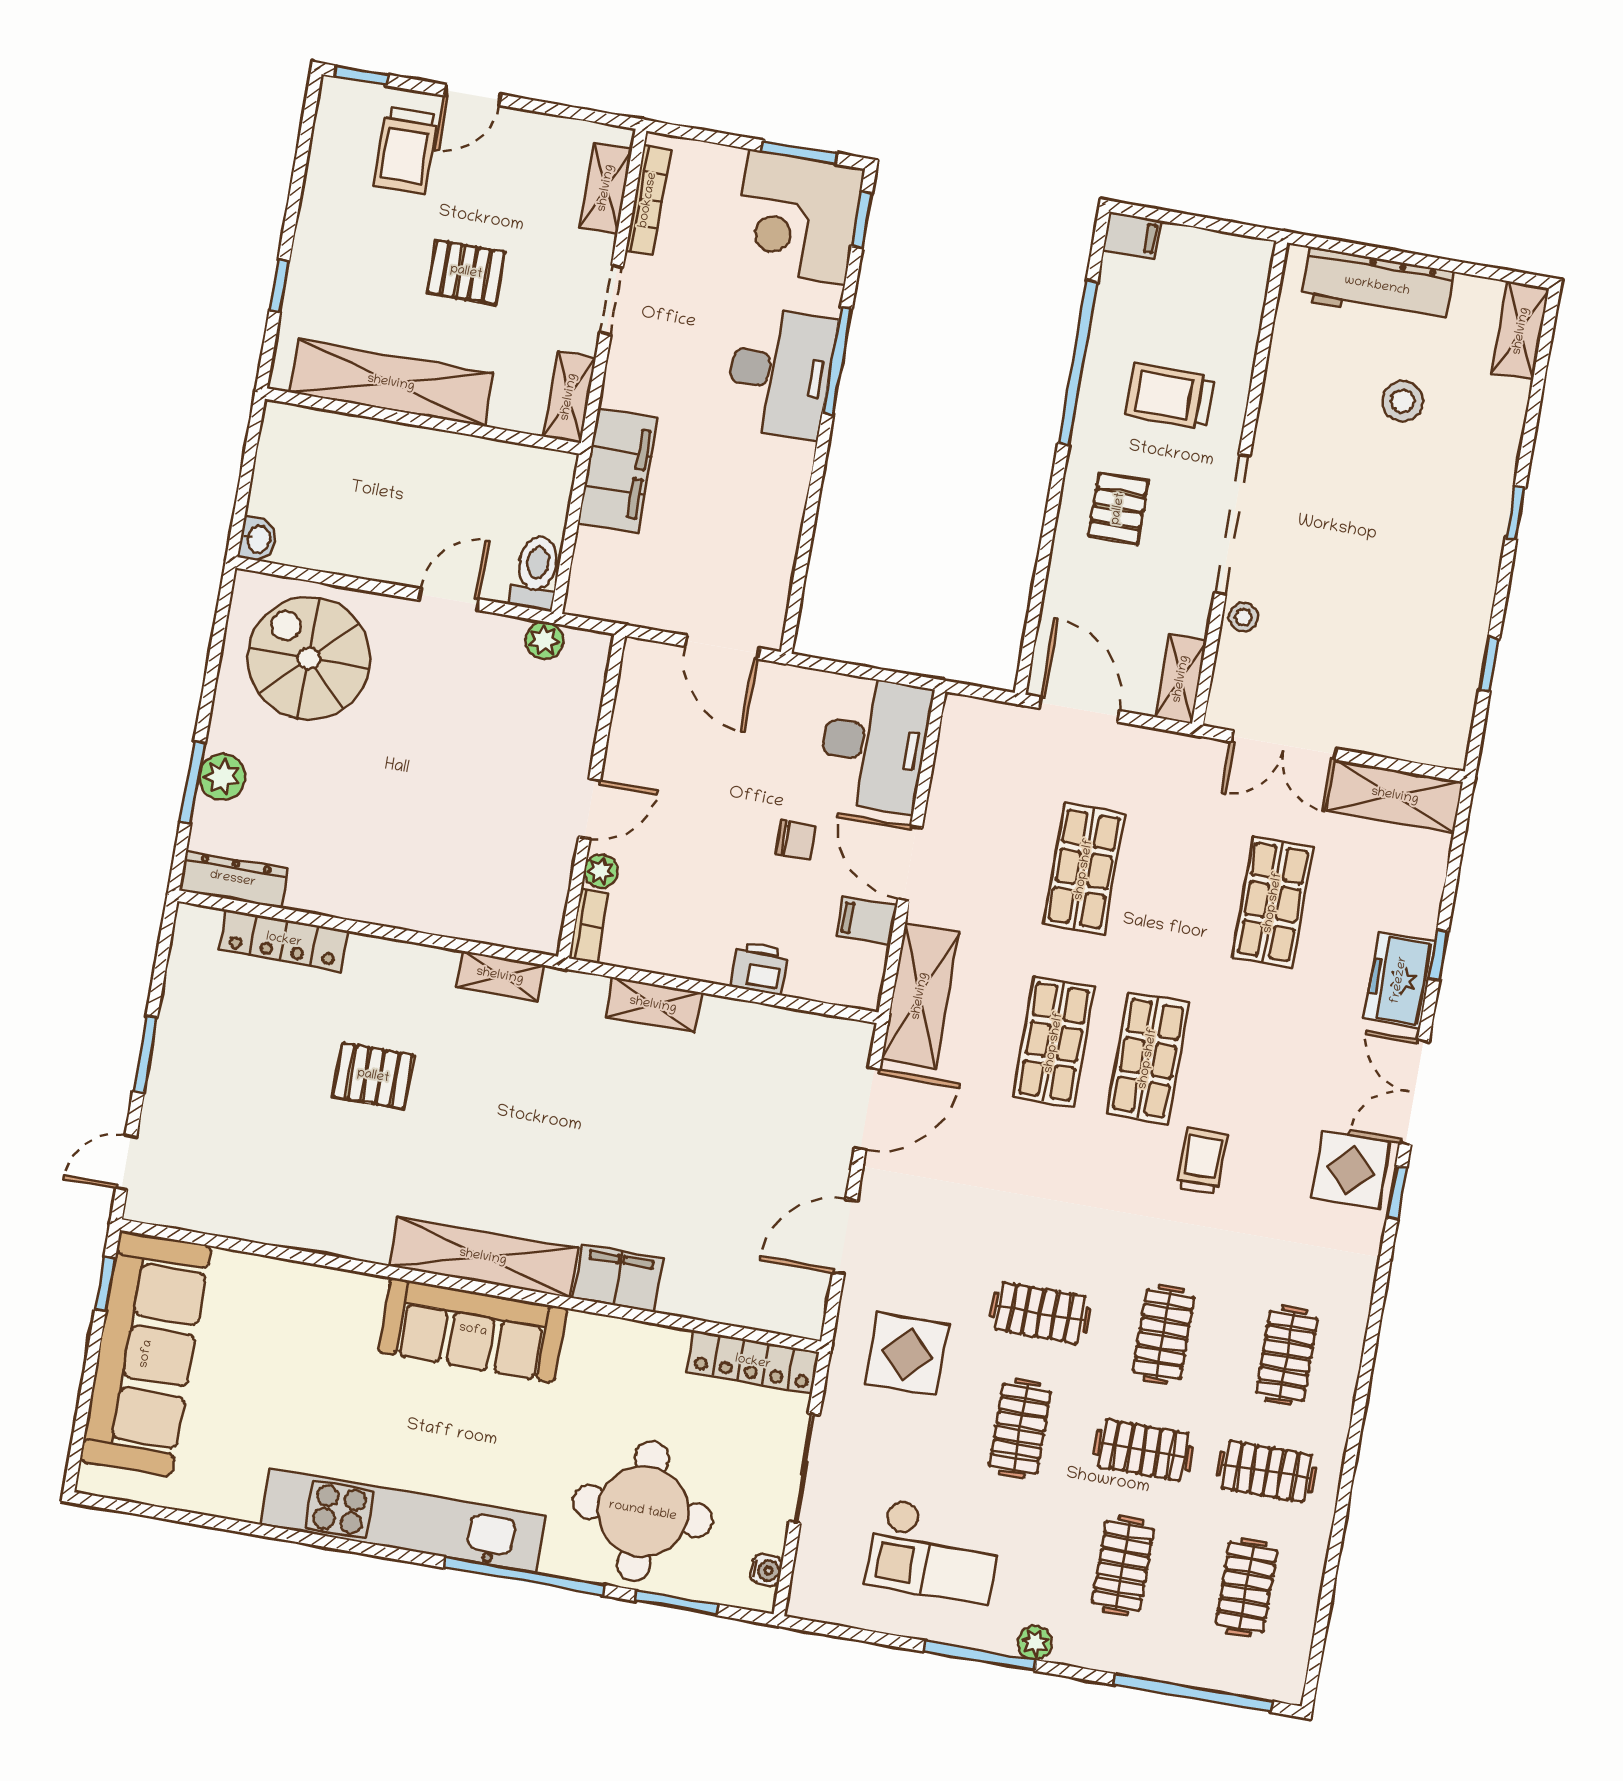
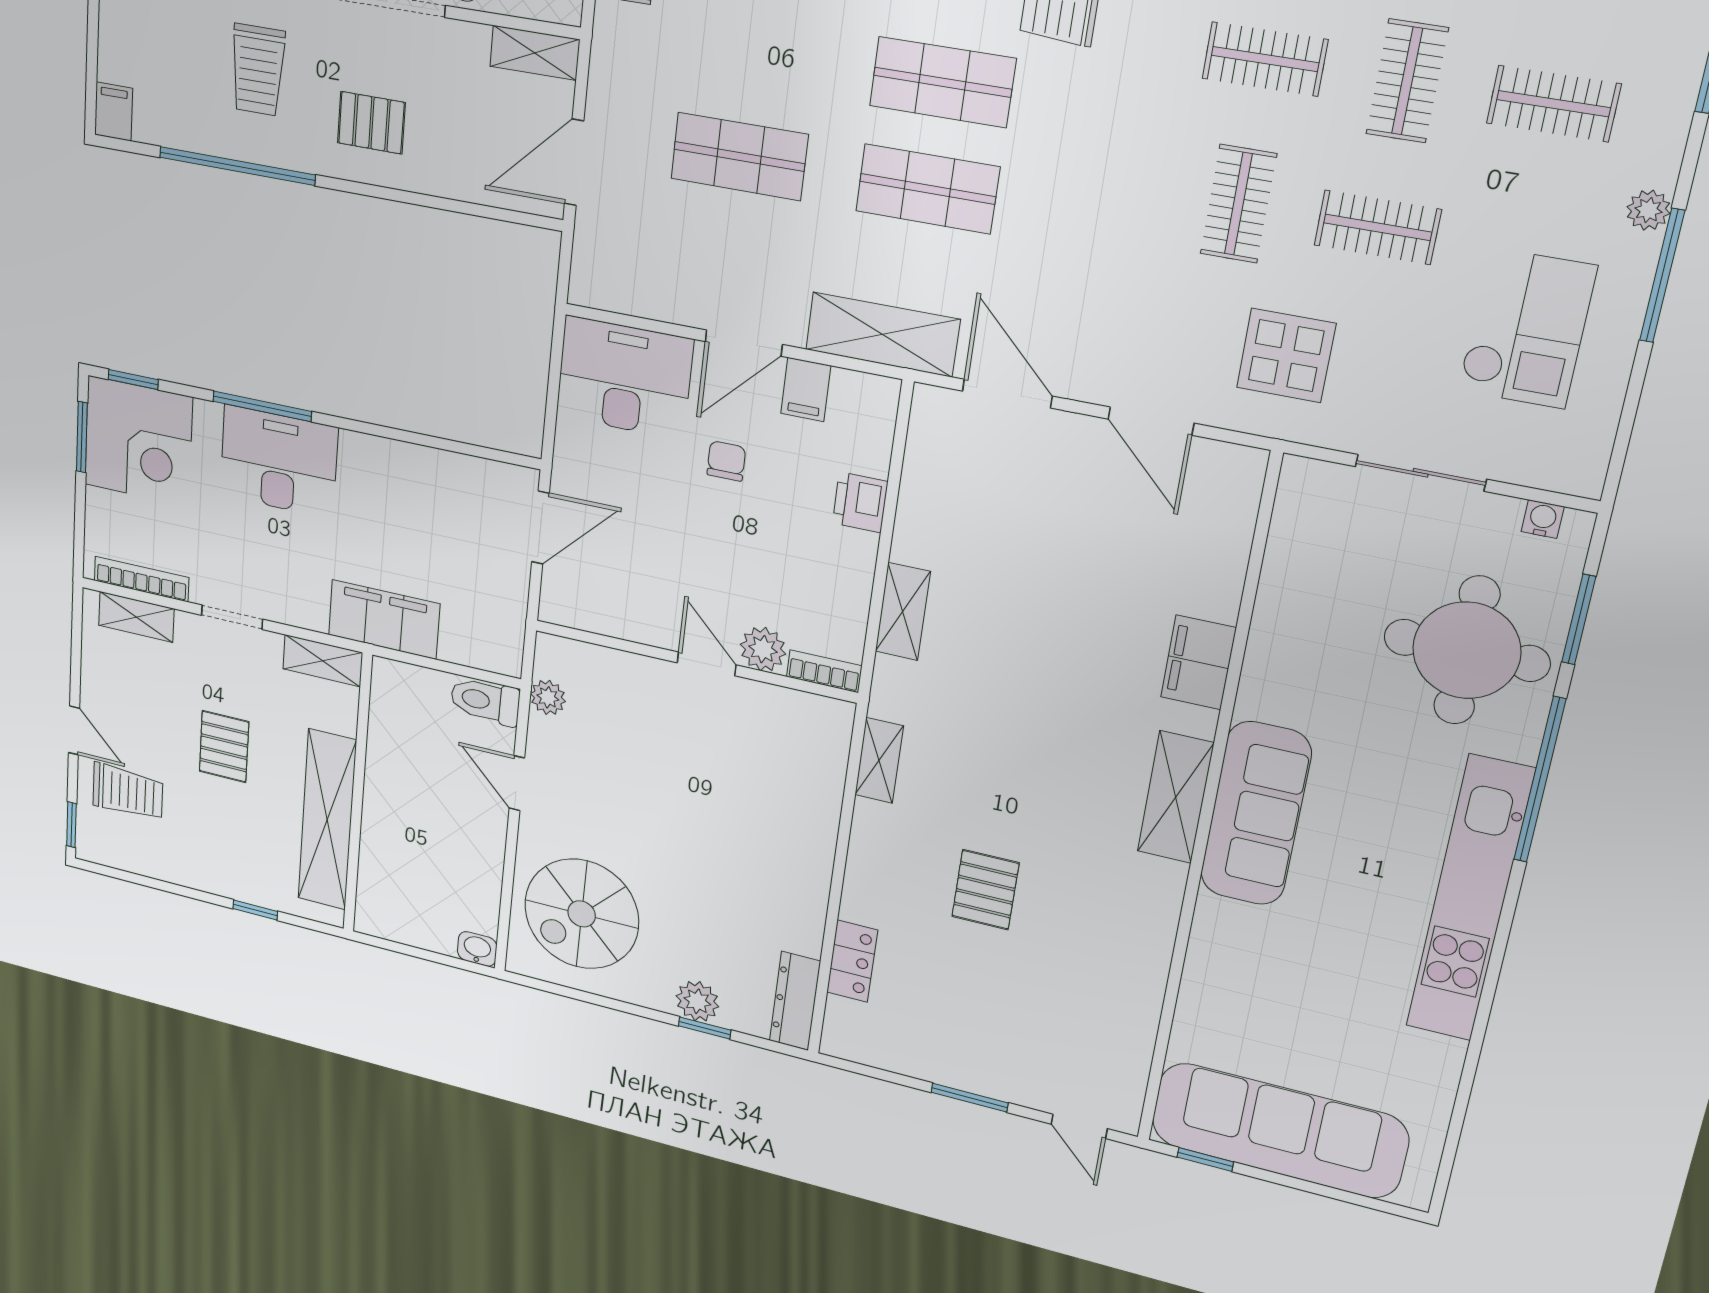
window: (193, 782) -> (705, 1028), width x0.67
plant: (601, 871) -> (763, 649), width x1.38, depth x1.38
locker: (284, 940) -> (852, 961), width x0.66
shelving: (483, 1257) -> (1176, 797), width x0.68
locker: (753, 1362) -> (1294, 525), removed

